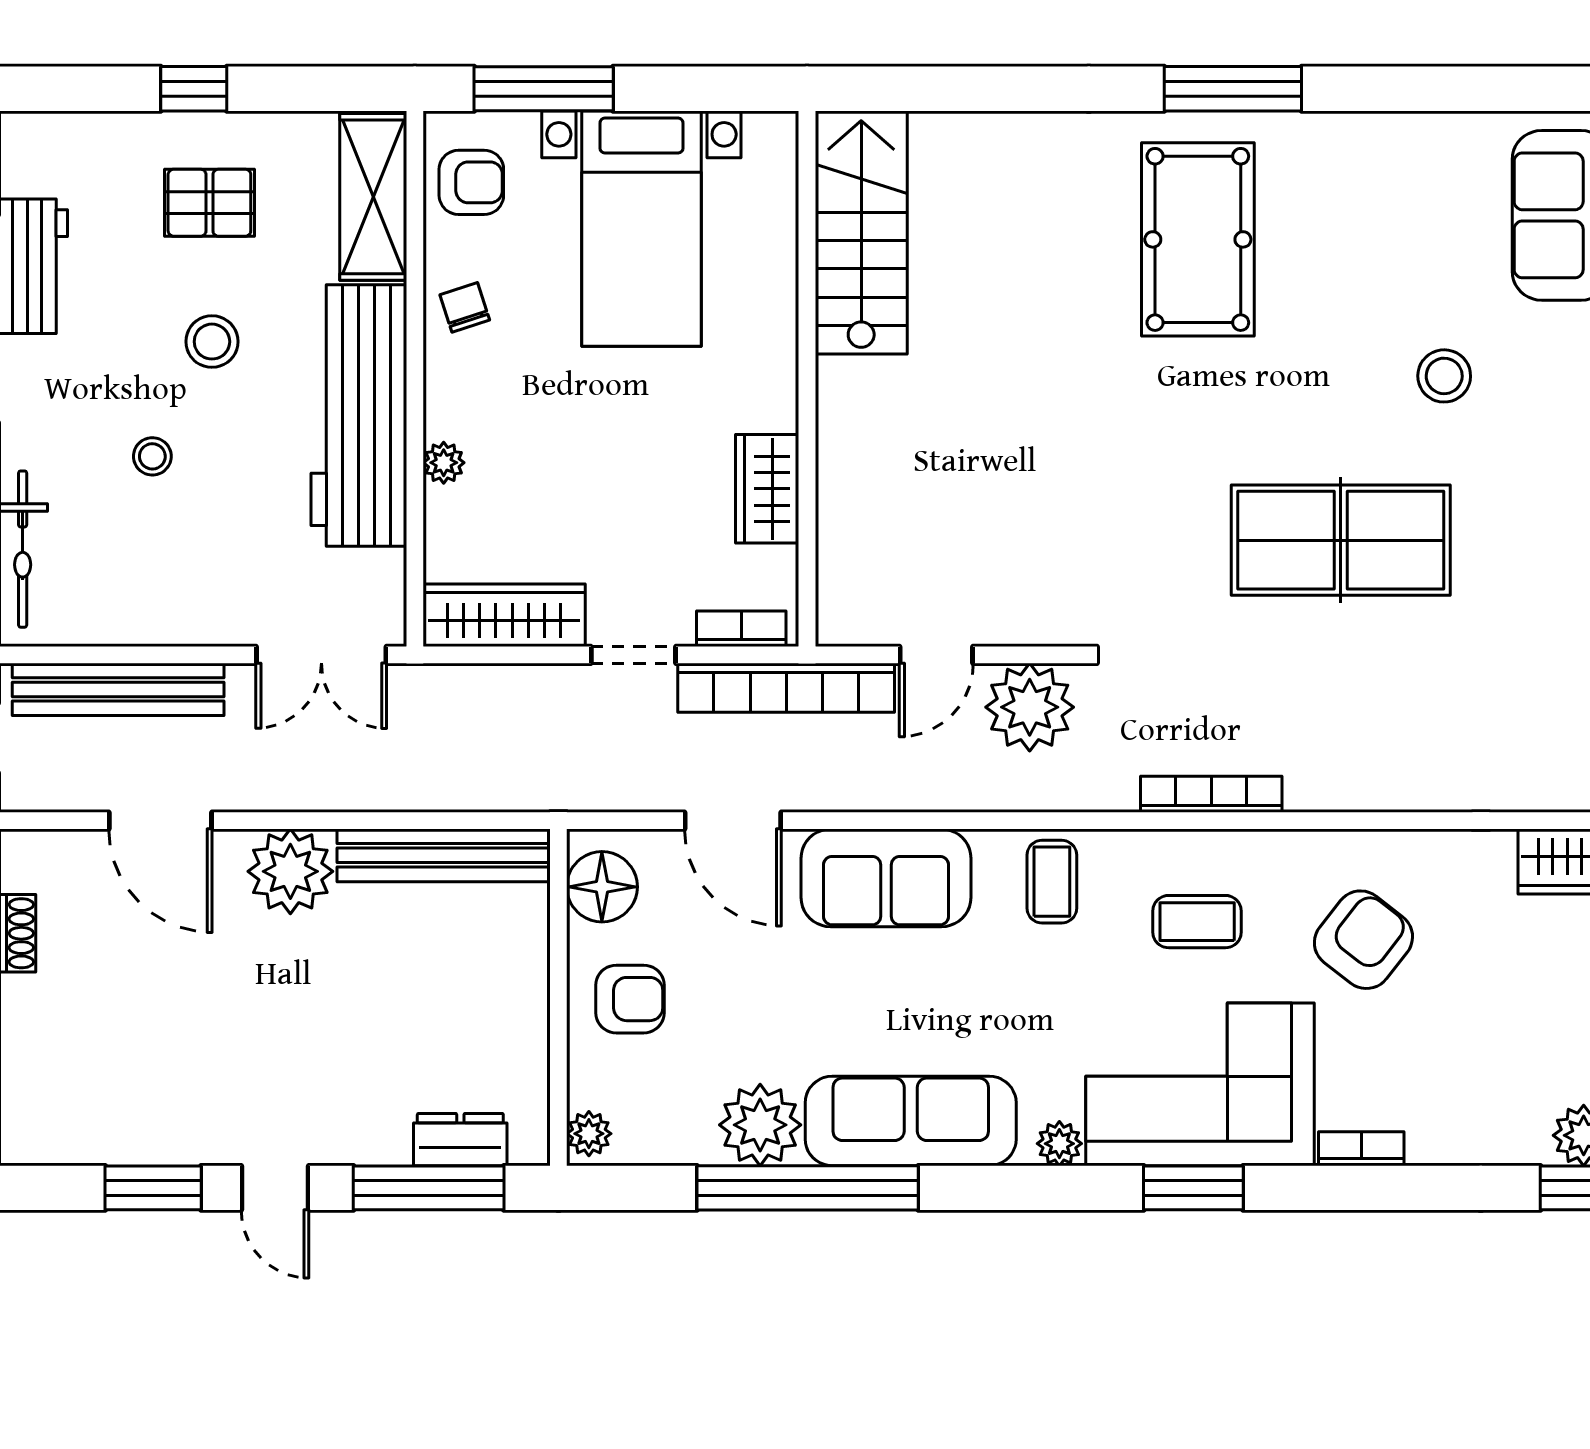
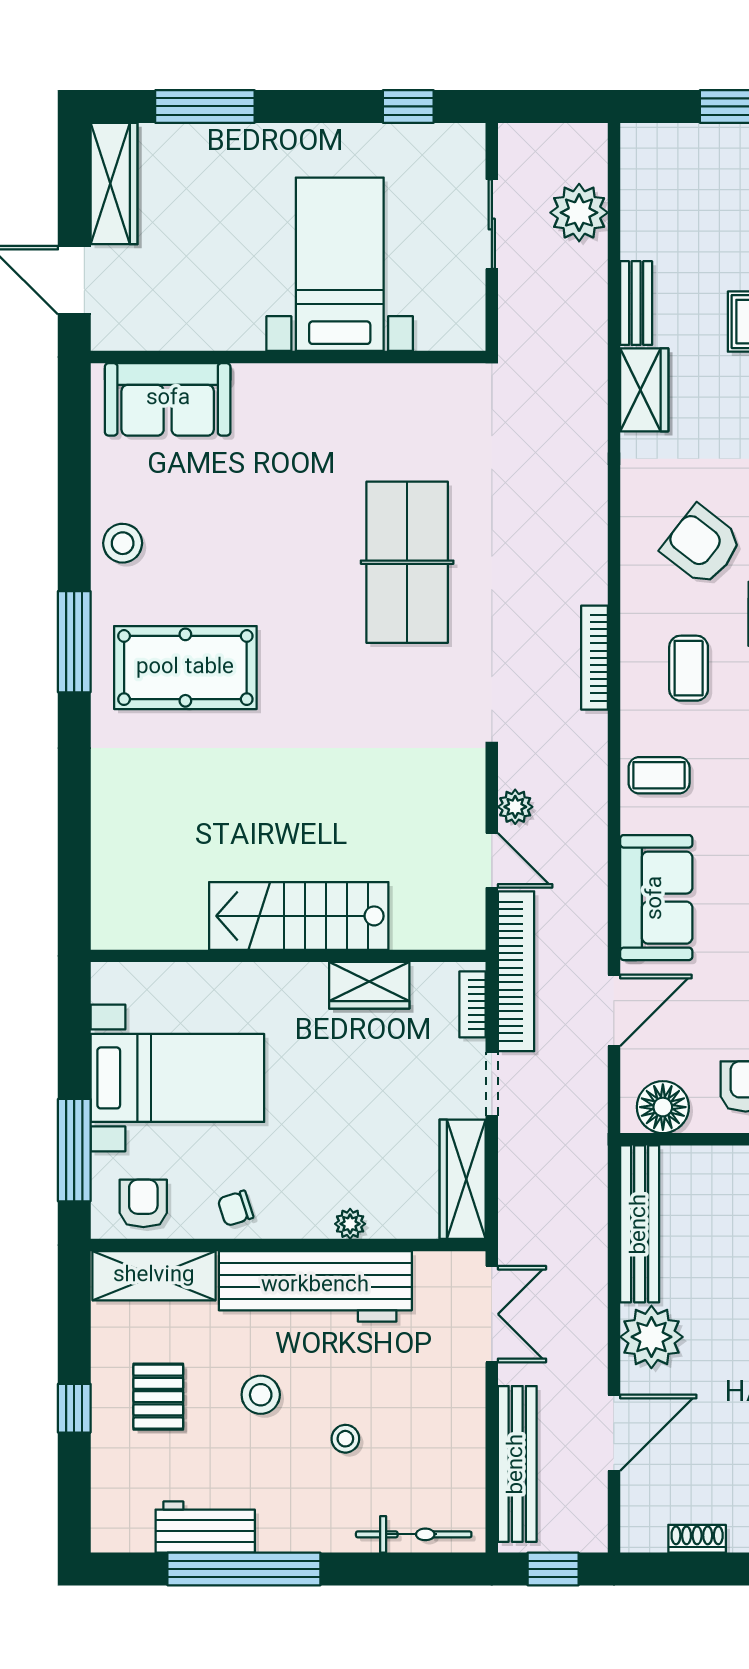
stairs: (861, 232) -> (299, 916), moved
stool: (1444, 376) -> (123, 543), moved
plant: (1030, 707) -> (515, 807), width x0.53, depth x0.53

